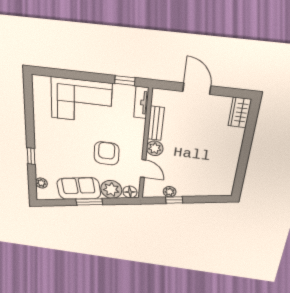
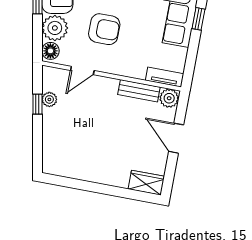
window: (125, 81) -> (199, 19), moved
door: (197, 89) -> (176, 138), swing flipped
plant: (155, 148) -> (169, 98), moved

